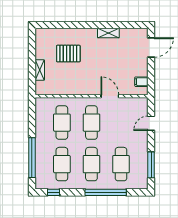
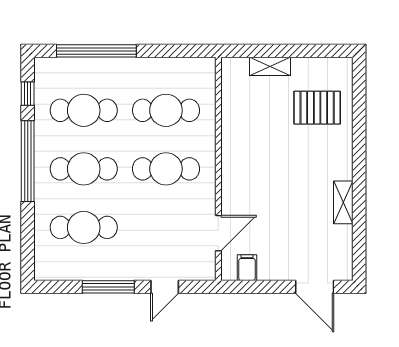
pallet: (68, 54) -> (317, 108), moved, turned 90
door: (110, 96) -> (218, 233), moved
door: (151, 123) -> (165, 287), swing flipped
window: (151, 165) -> (108, 287), moved
window: (106, 192) -> (28, 161), moved

